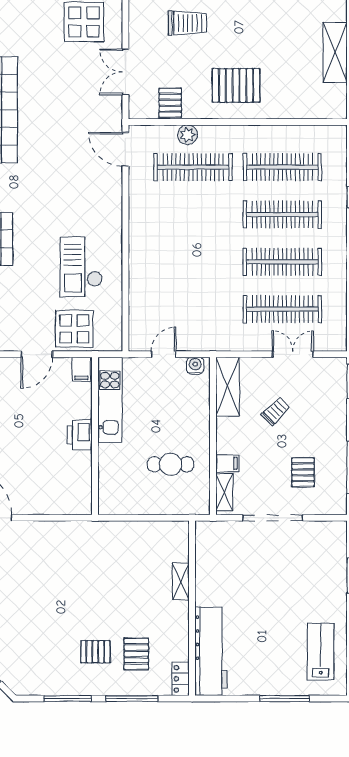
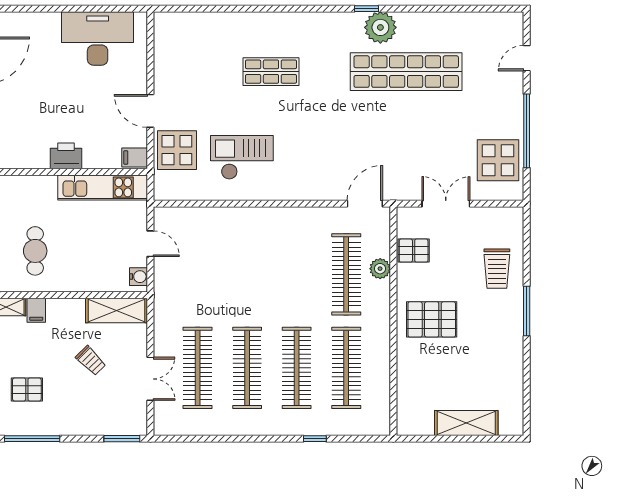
pallet: (236, 85) -> (432, 319), turned 90

